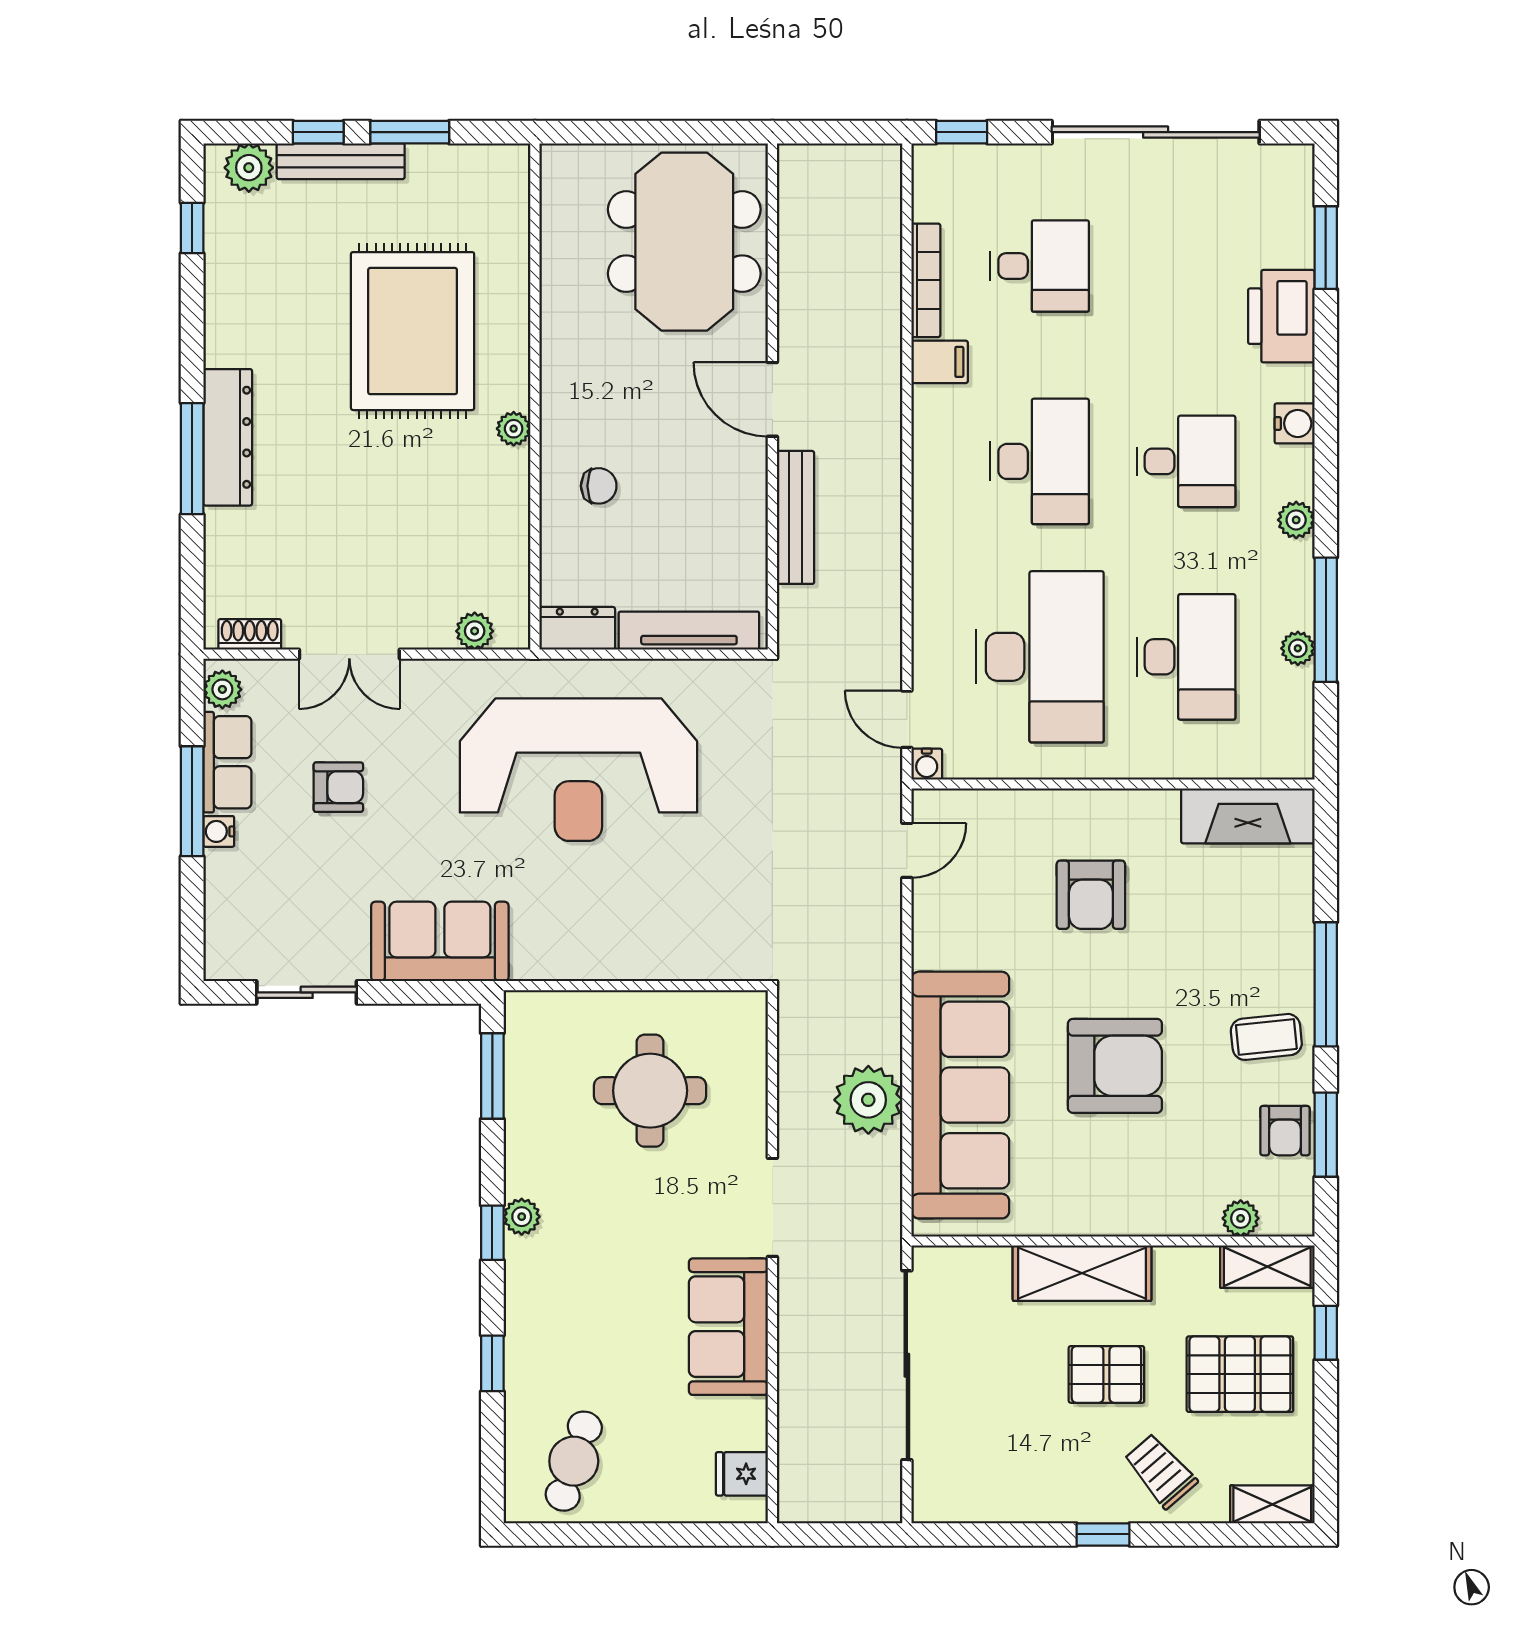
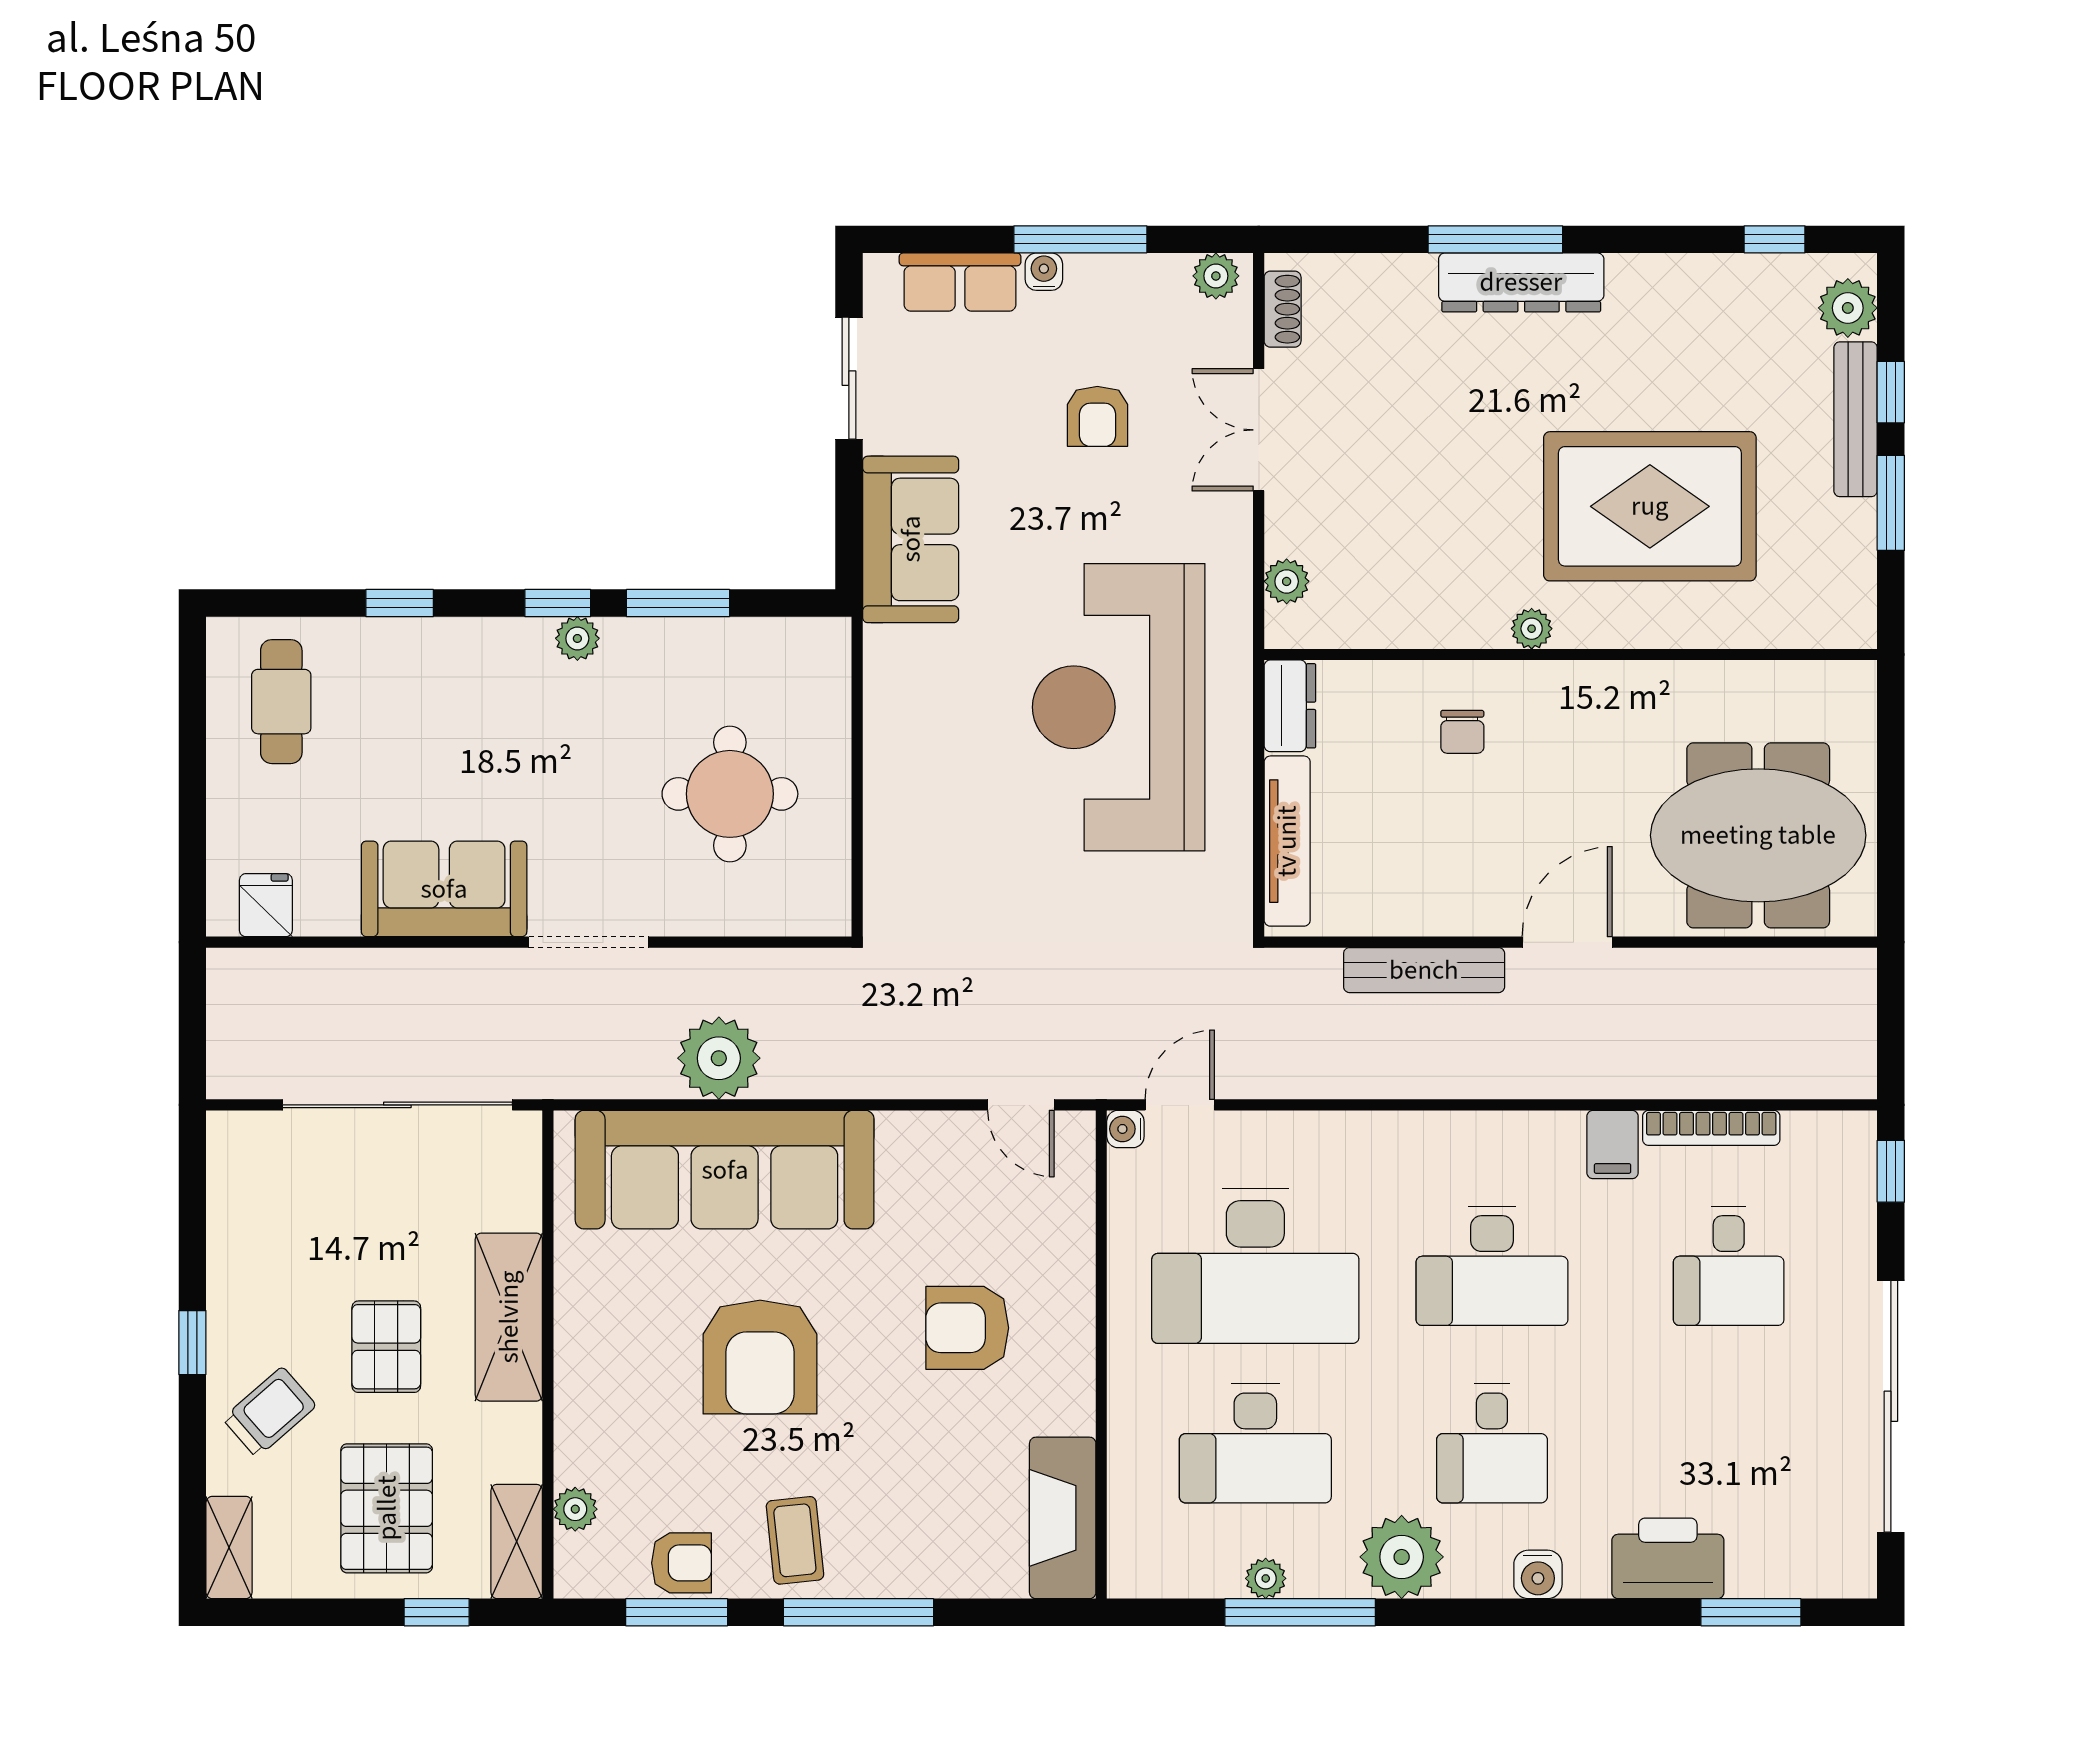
plant: (1296, 520) -> (1402, 1557), width x1.88, depth x1.88
row of seats: (227, 762) -> (960, 282), moved
window: (492, 1076) -> (678, 603), moved
armchair: (1285, 1131) -> (682, 1563), turned 180
cafe table: (574, 1461) -> (281, 702), turned 72

